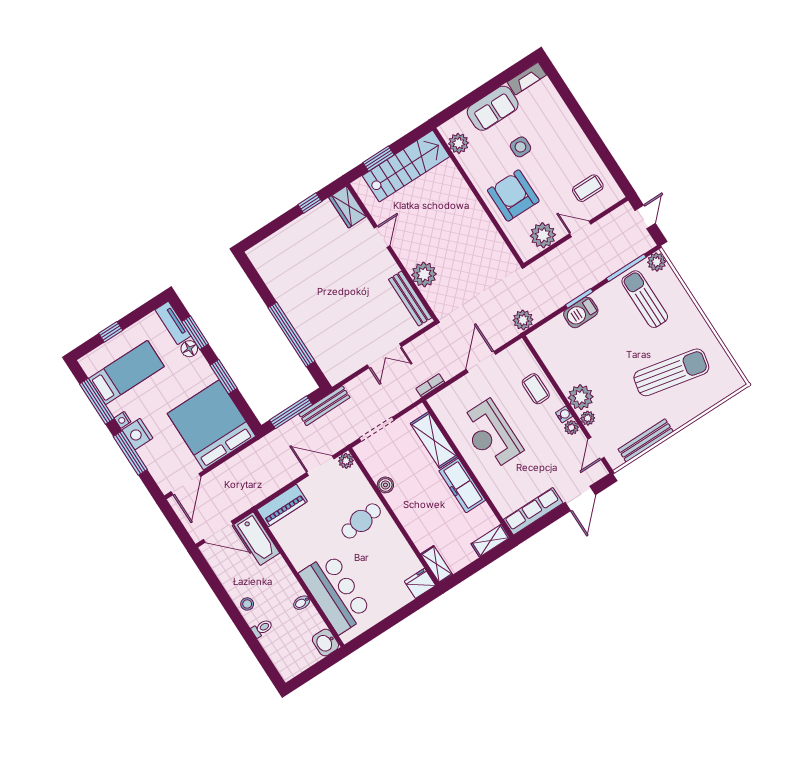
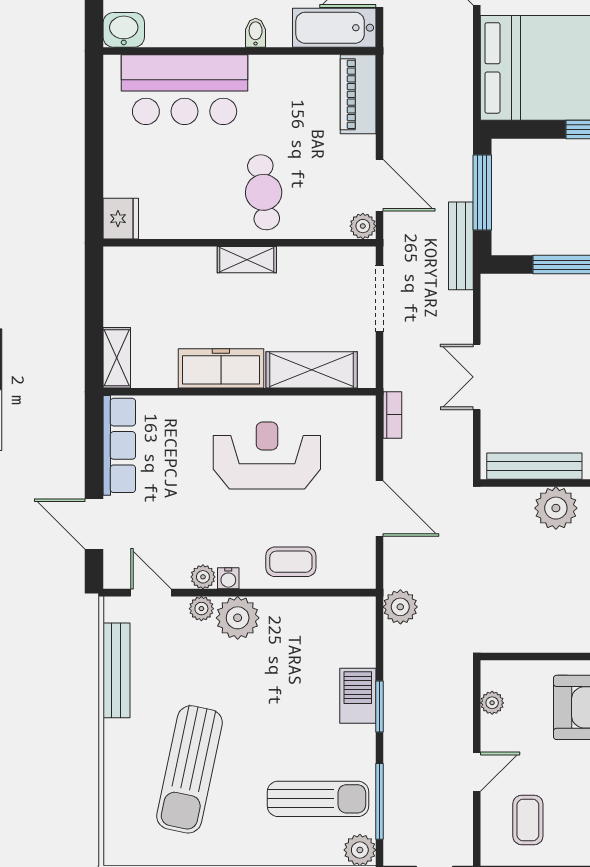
plant: (543, 235) -> (492, 703), width x0.53, depth x0.53
door: (320, 466) -> (379, 185), hinge flipped
boiler: (385, 485) -> (292, 260), removed
shelving: (437, 564) -> (247, 260), moved
bidet: (302, 603) -> (256, 33), moved

